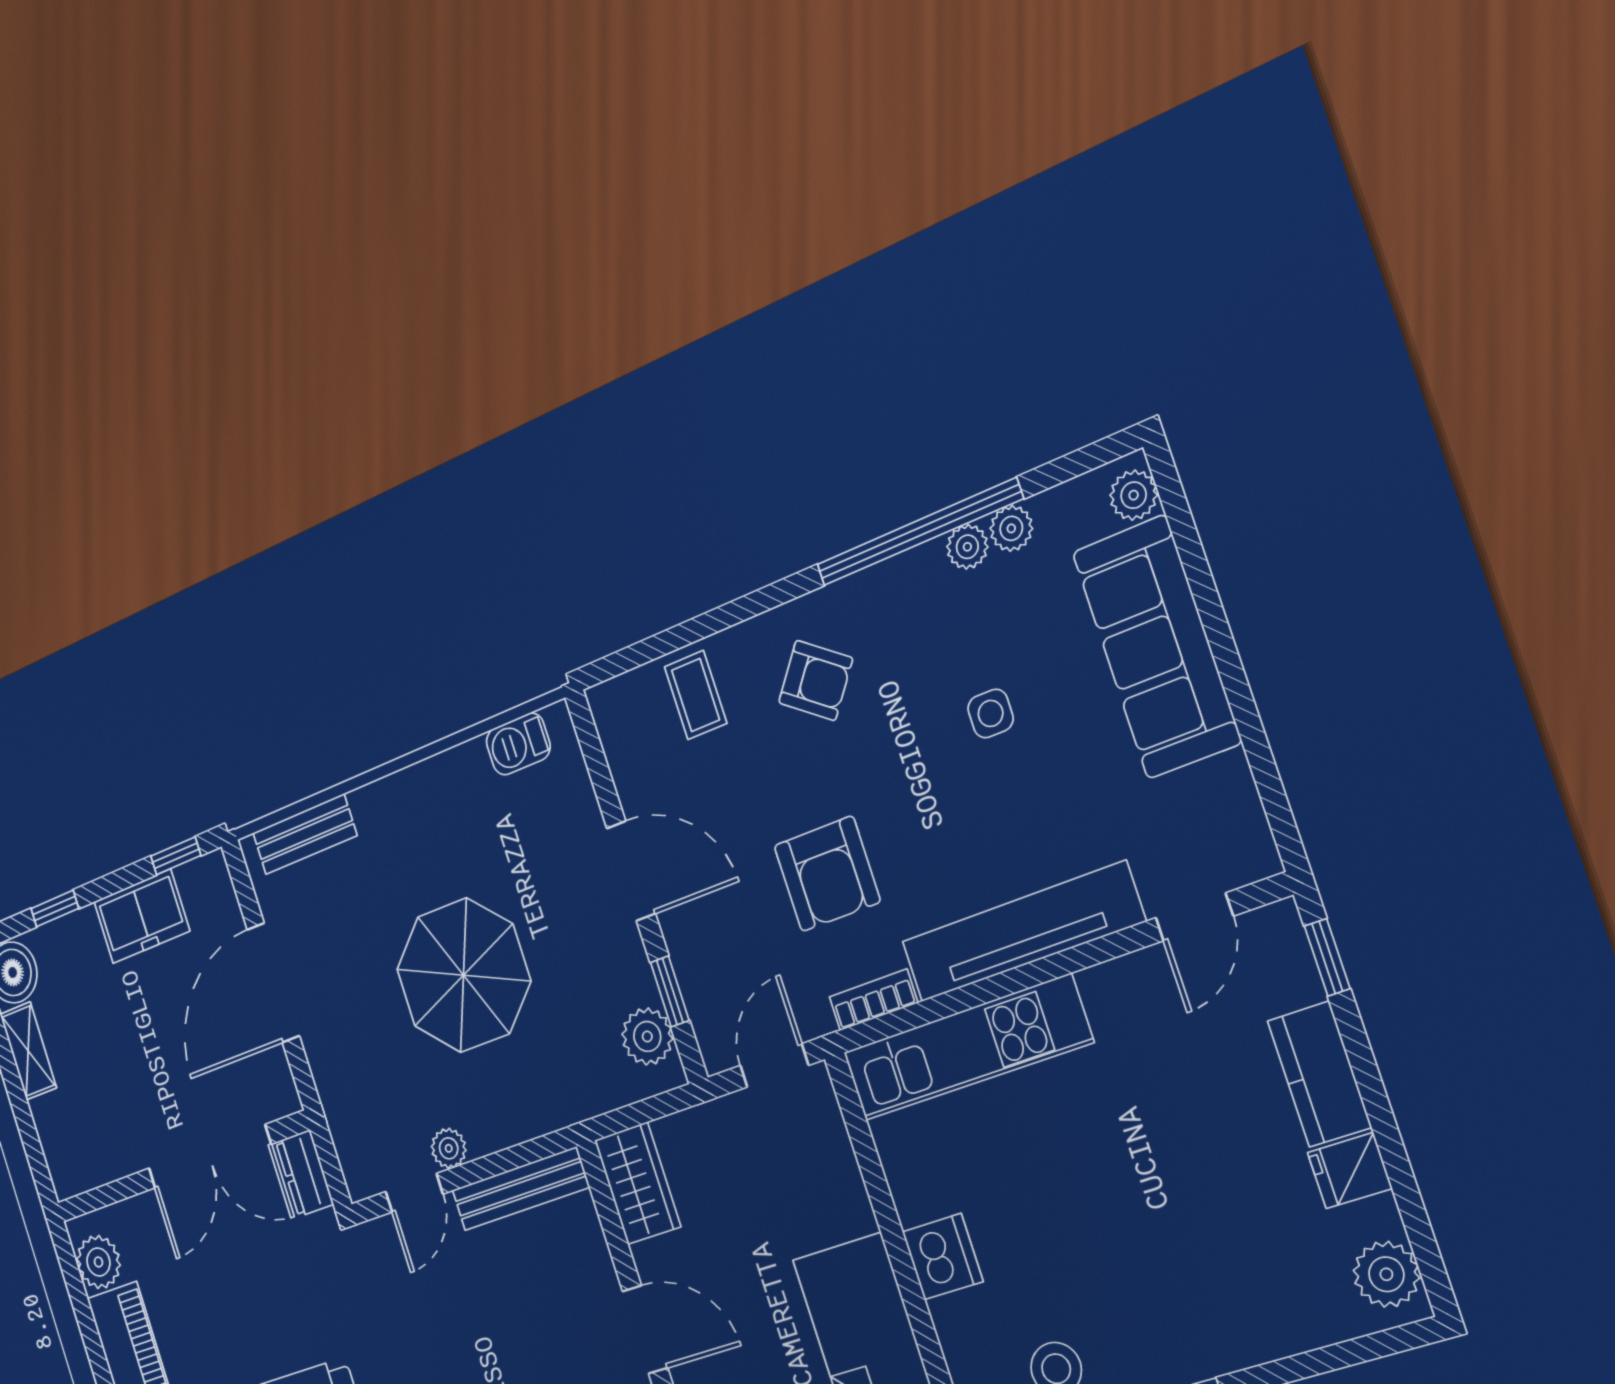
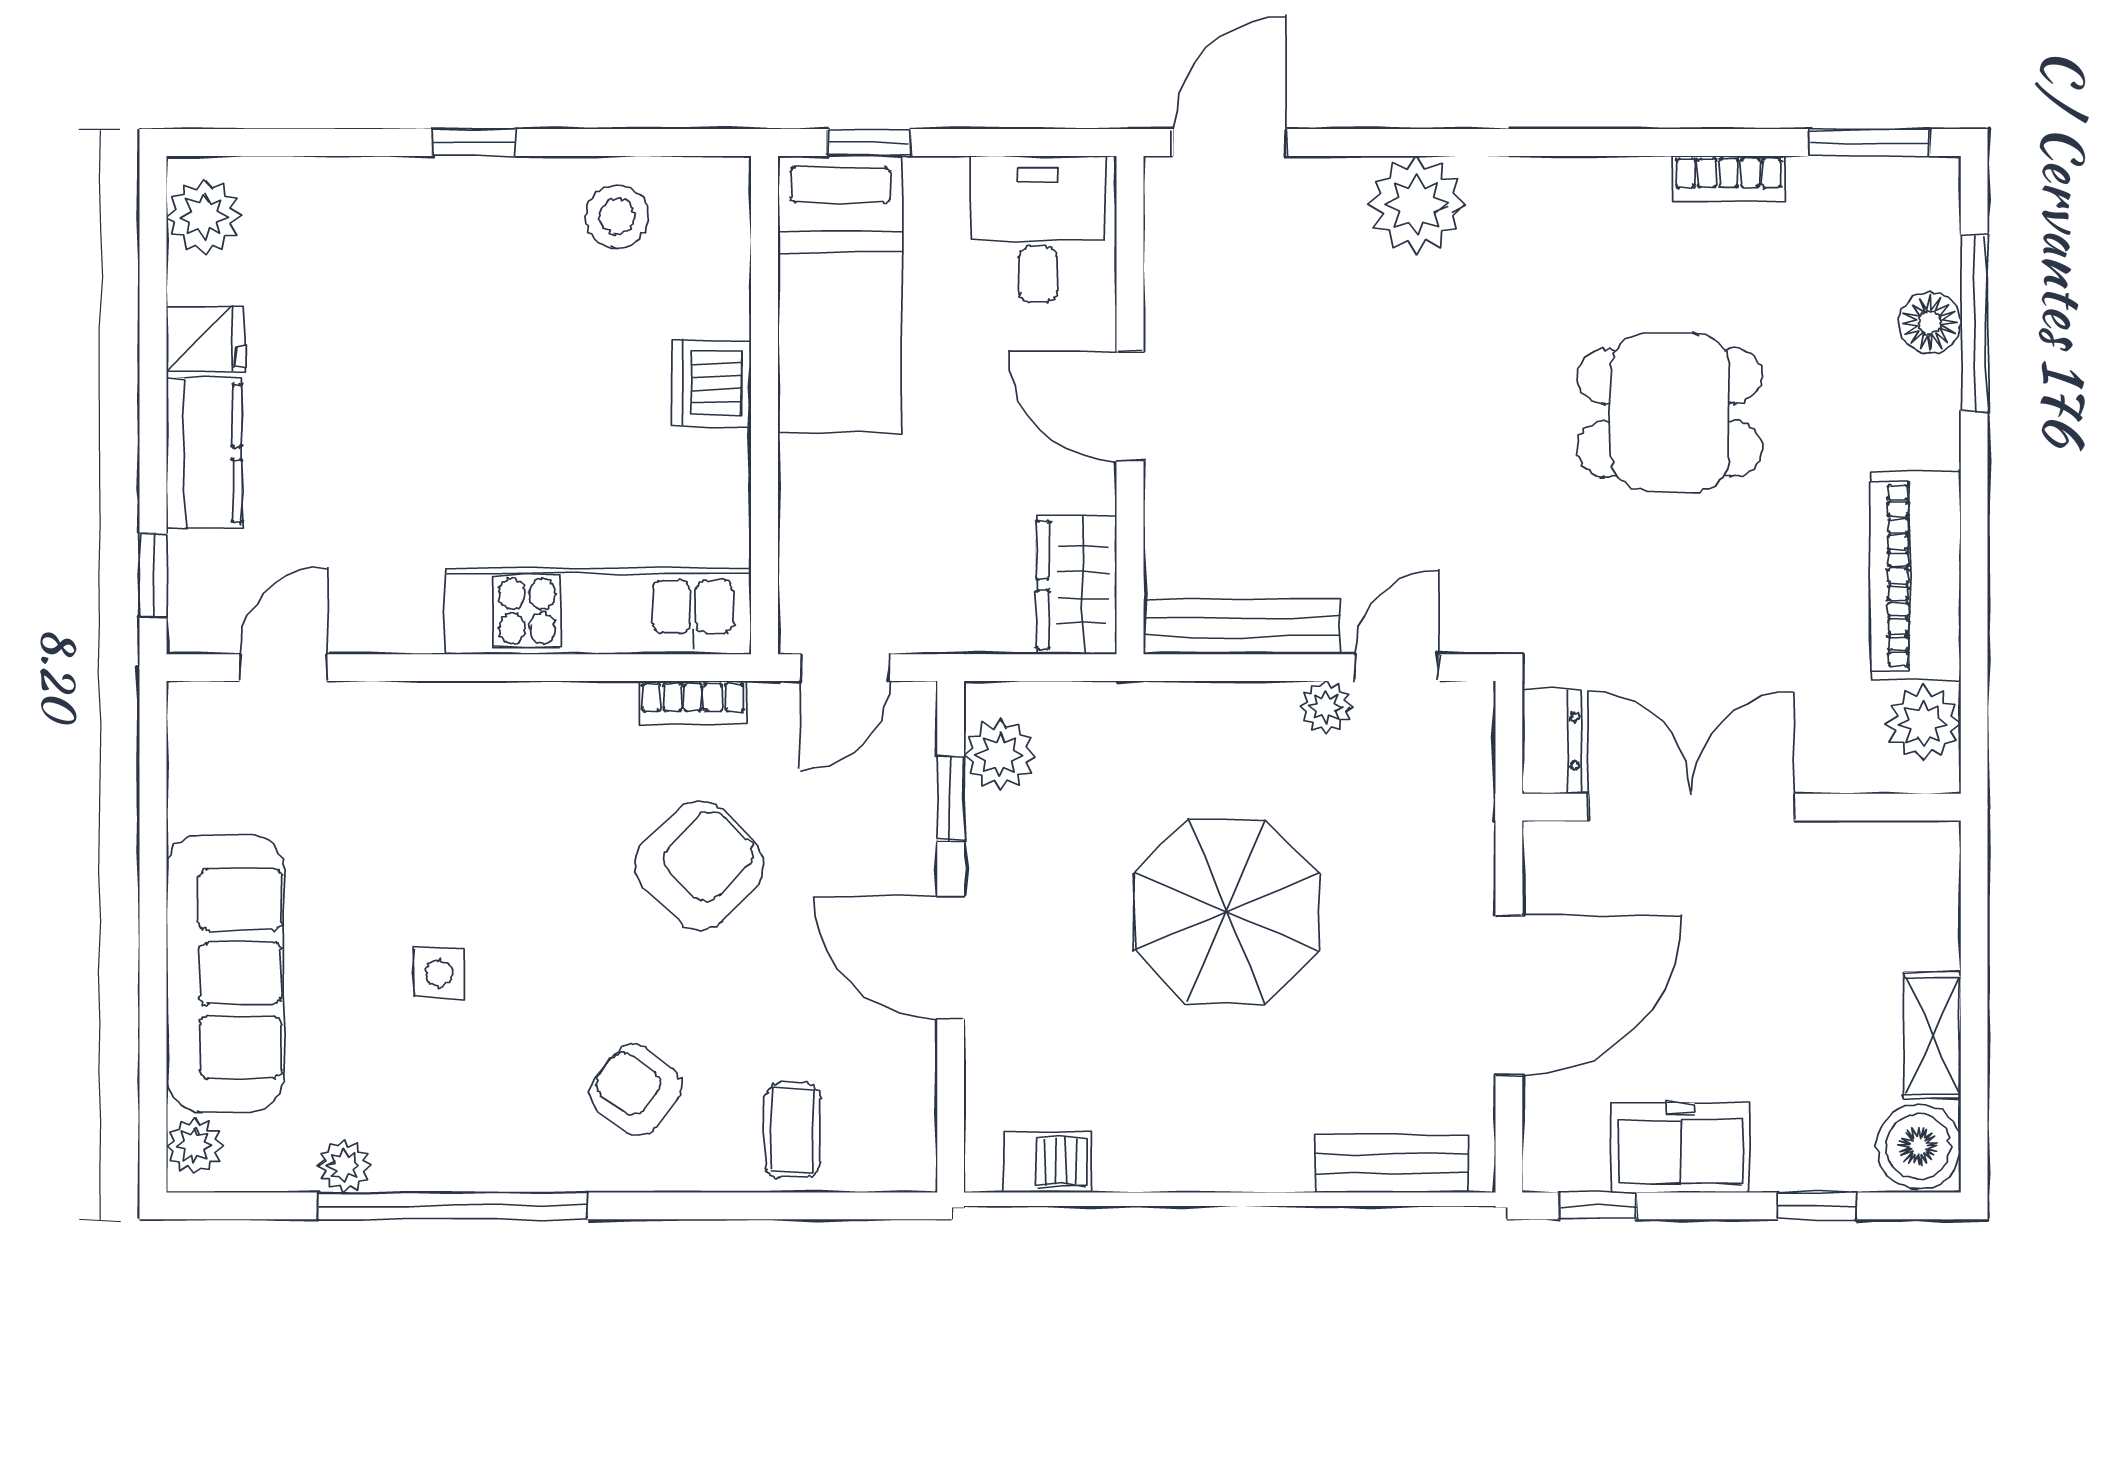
plant: (967, 547) -> (402, 1167), removed
armchair: (827, 874) -> (699, 866), turned 44
tv unit: (1022, 932) -> (486, 719), removed

